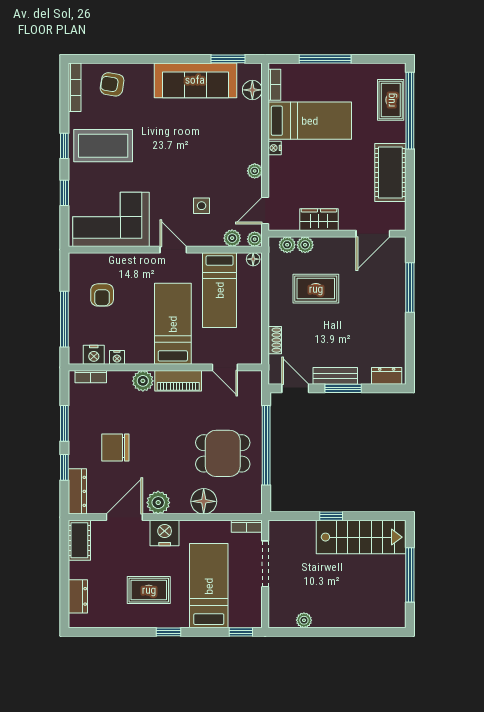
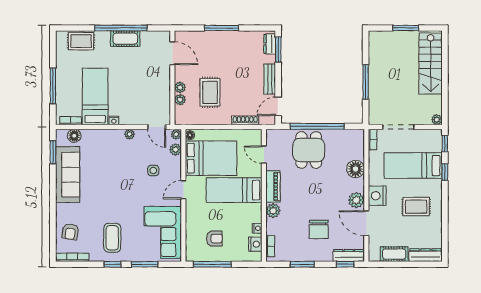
window: (410, 111) -> (121, 28), moved
coffee table: (103, 146) -> (112, 238), width x0.73, depth x0.76
cot: (390, 173) -> (125, 39), width x0.73, depth x0.75
window: (64, 193) -> (145, 264), width x1.50
wardrobe: (319, 220) -> (163, 90), removed
plant: (287, 245) -> (180, 87), moved
window: (410, 288) -> (222, 28), moved
bed: (220, 290) -> (211, 158), width x1.50
window: (64, 319) -> (212, 264), moved
shoe rack: (275, 340) -> (245, 120), width x1.43
door: (225, 367) -> (264, 155), swing flipped
window: (343, 388) -> (278, 50), moved
dining table: (223, 453) -> (309, 150), moved
window: (64, 467) -> (345, 264), moved
window: (331, 516) -> (366, 82), width x2.17
stairs: (361, 537) -> (431, 64), moved, turned 180
cot: (79, 540) -> (394, 254), moved
window: (410, 575) -> (406, 28), width x0.69
rug: (149, 590) -> (416, 207), turned 90
dresser: (78, 596) -> (425, 255), width x1.44
plant: (304, 620) -> (437, 120), moved
window: (168, 632) -> (445, 172), moved

